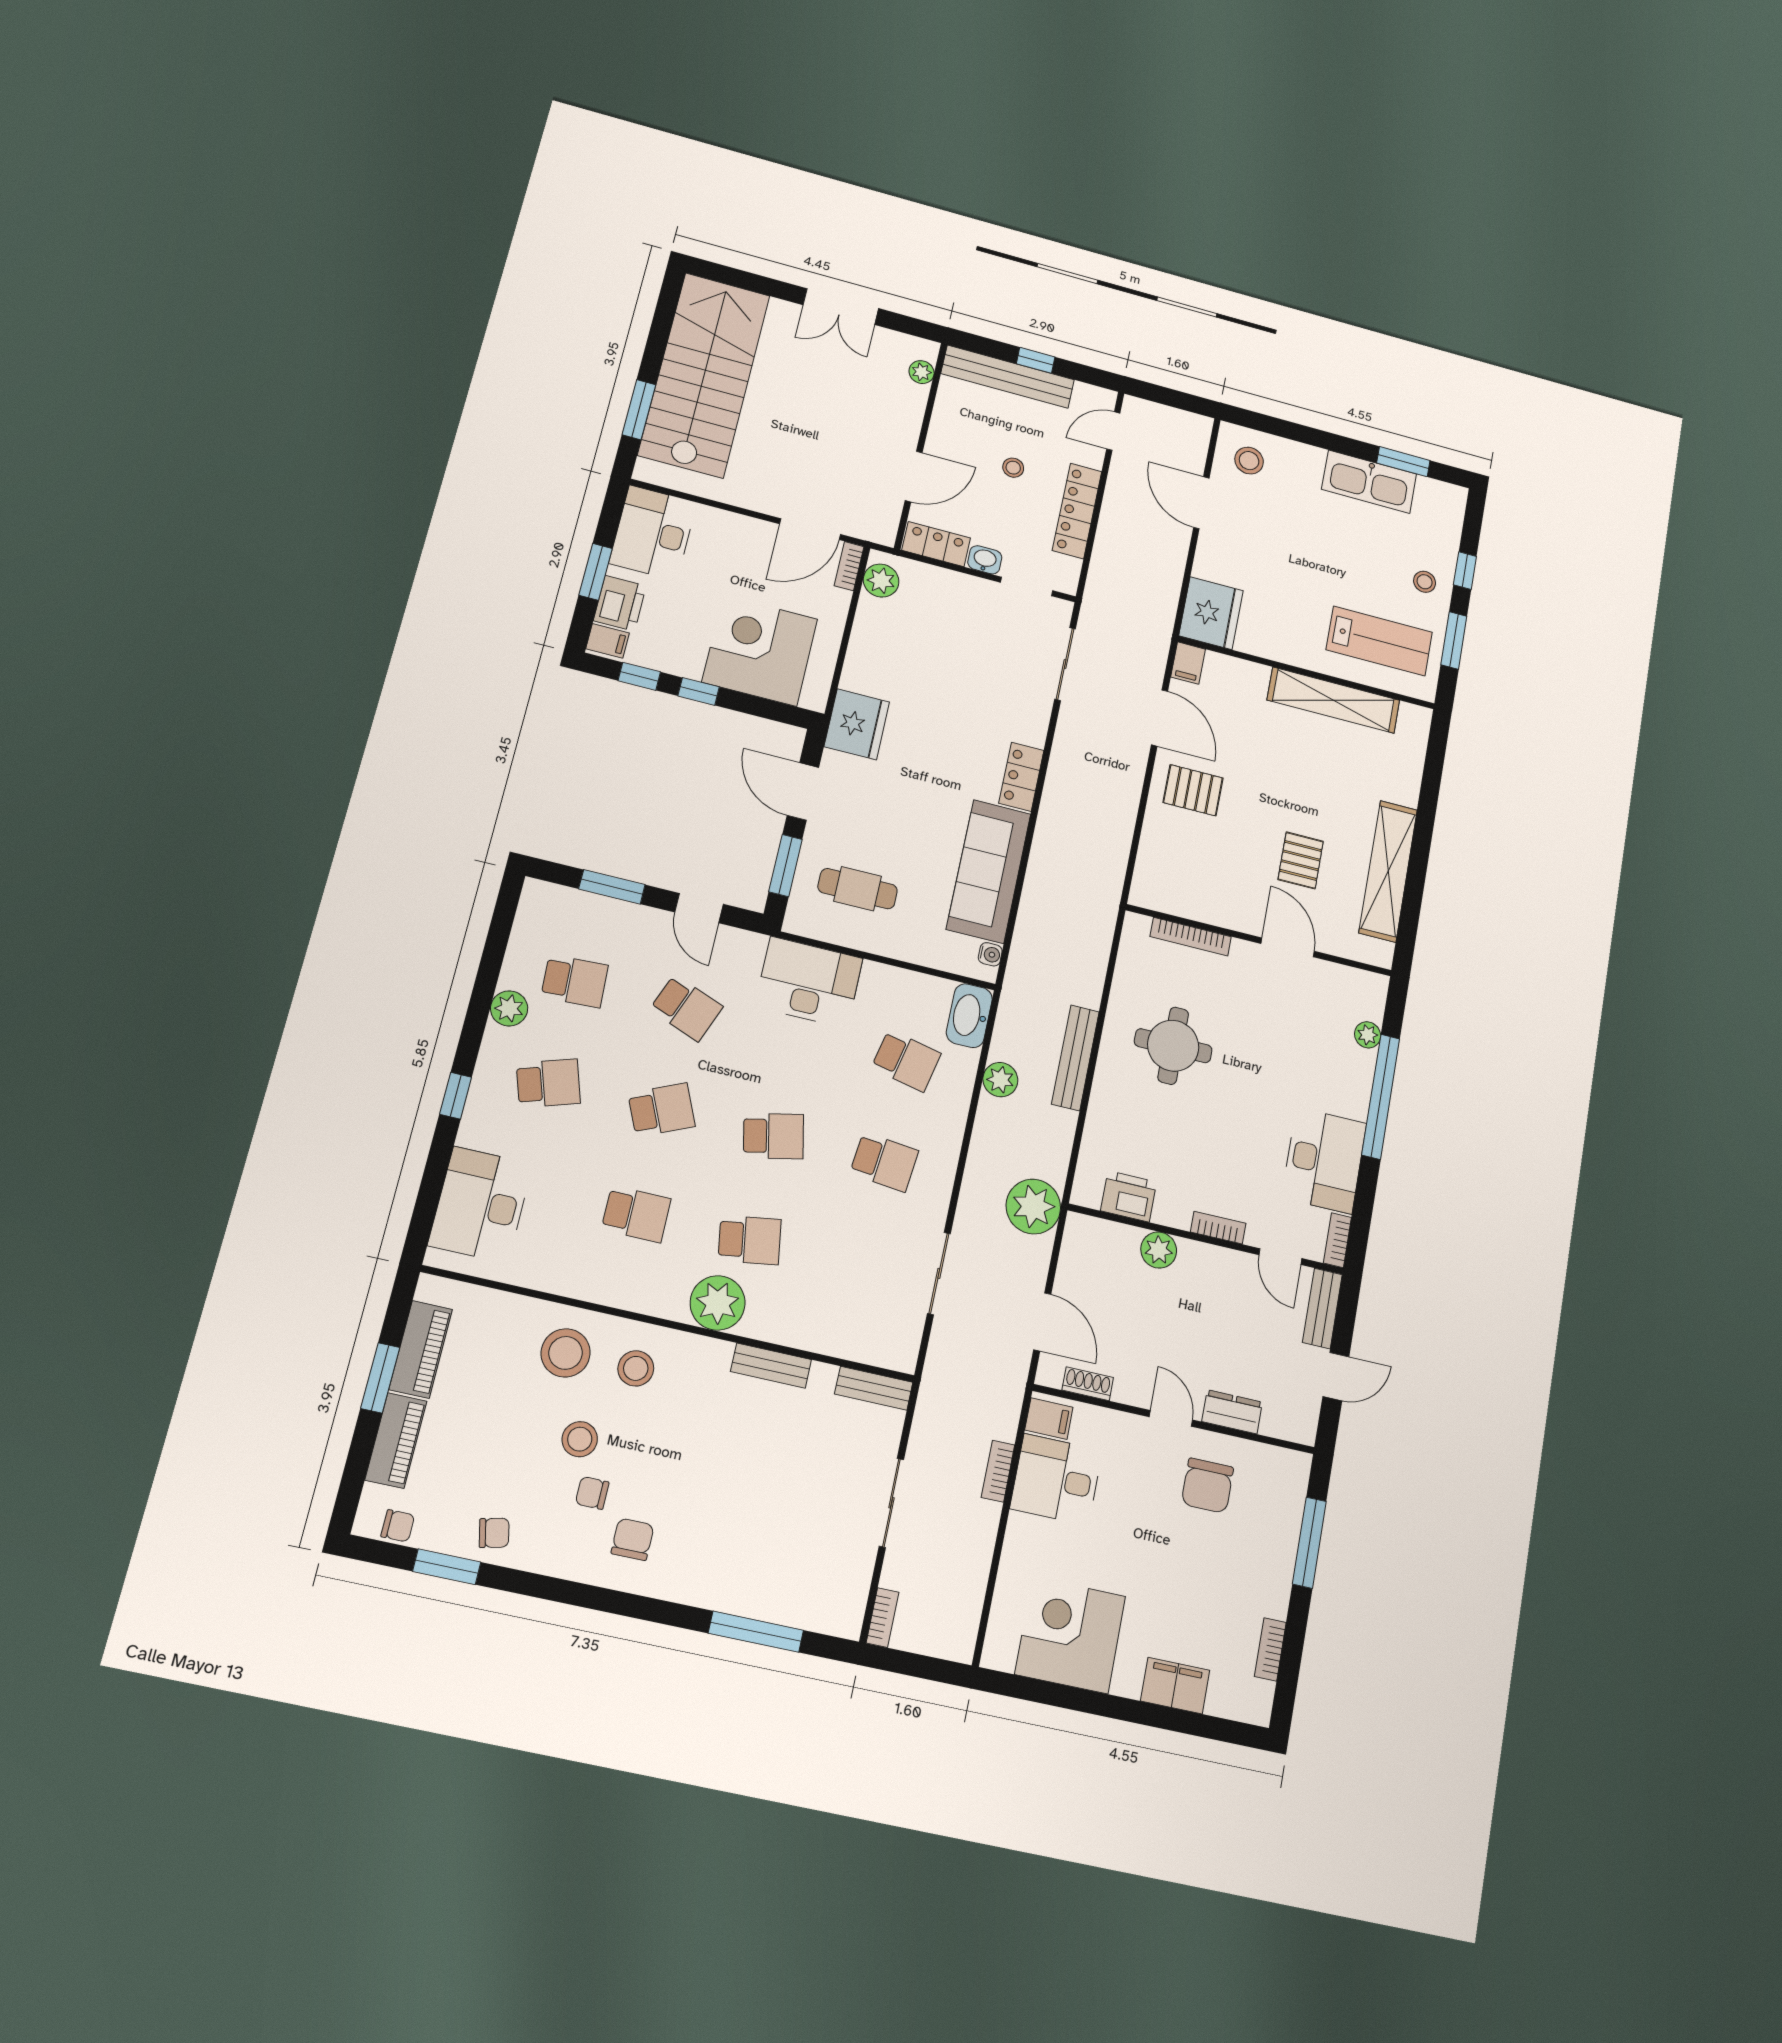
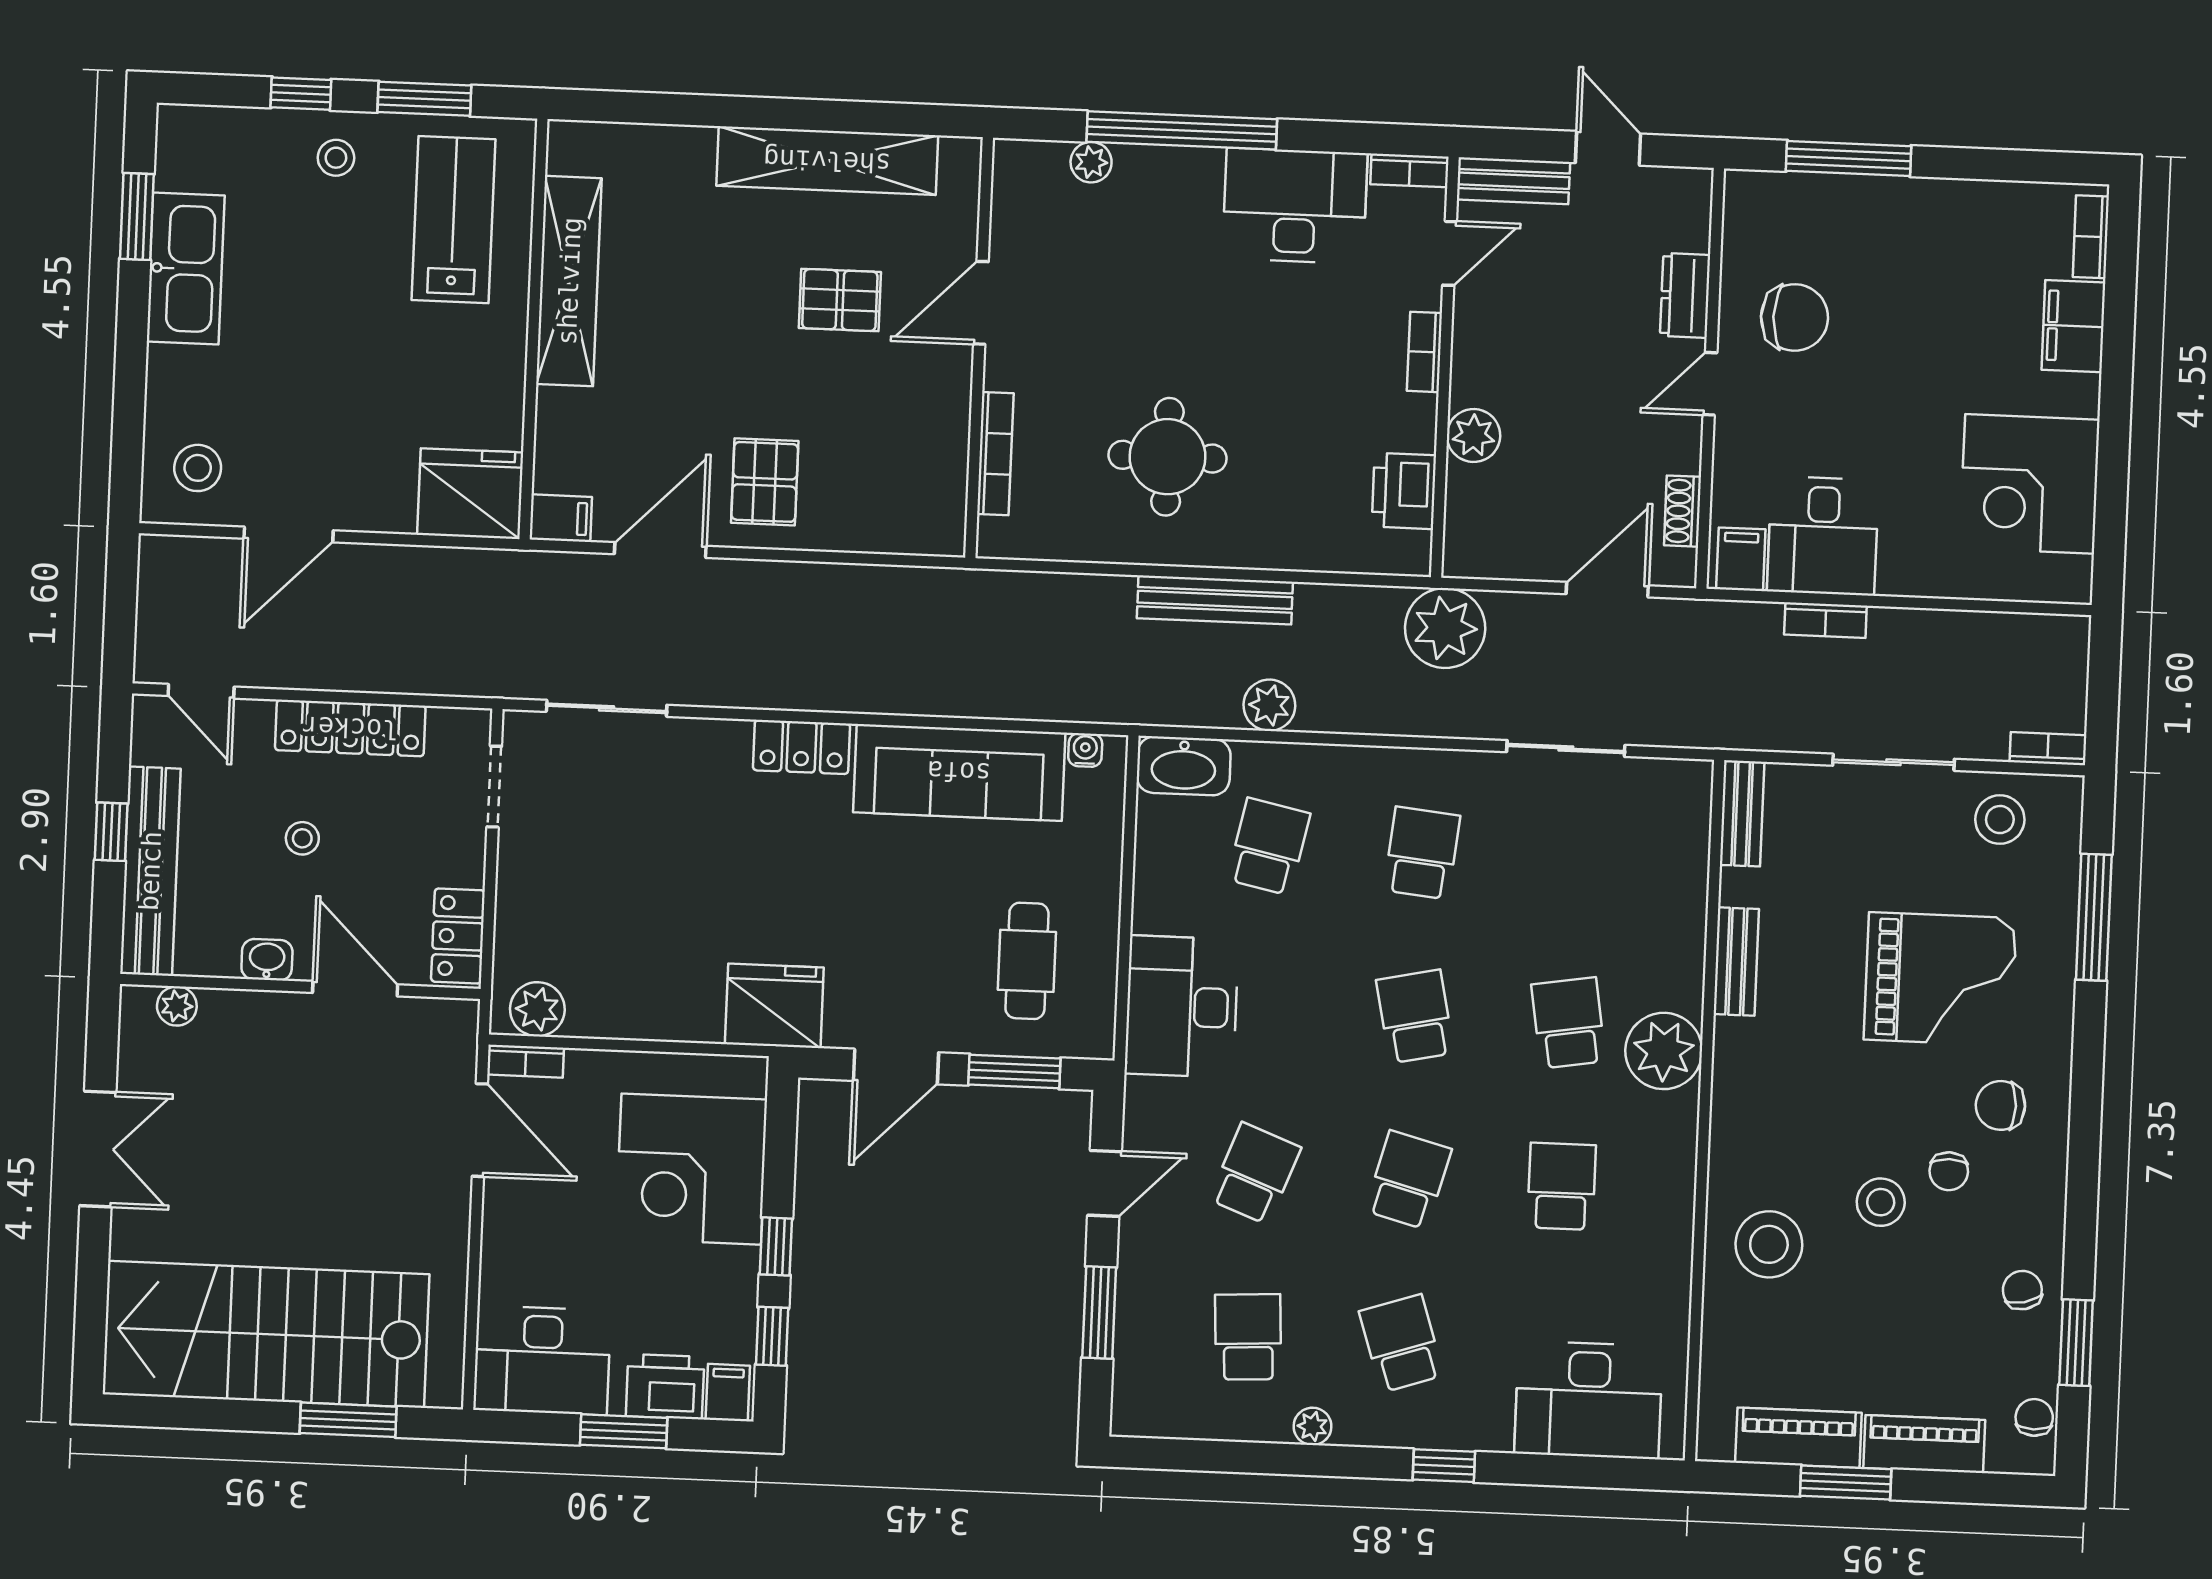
washbasin: (985, 560) -> (267, 960), moved, turned 90
plant: (509, 1008) -> (1312, 1426), width x0.73, depth x0.73
school desk: (662, 1110) -> (1408, 1180), turned 39
stool: (636, 1368) -> (2000, 820), moved
grand piano: (732, 1510) -> (1940, 979), added
bookcase: (1270, 1649) -> (2091, 237), moved, turned 90

